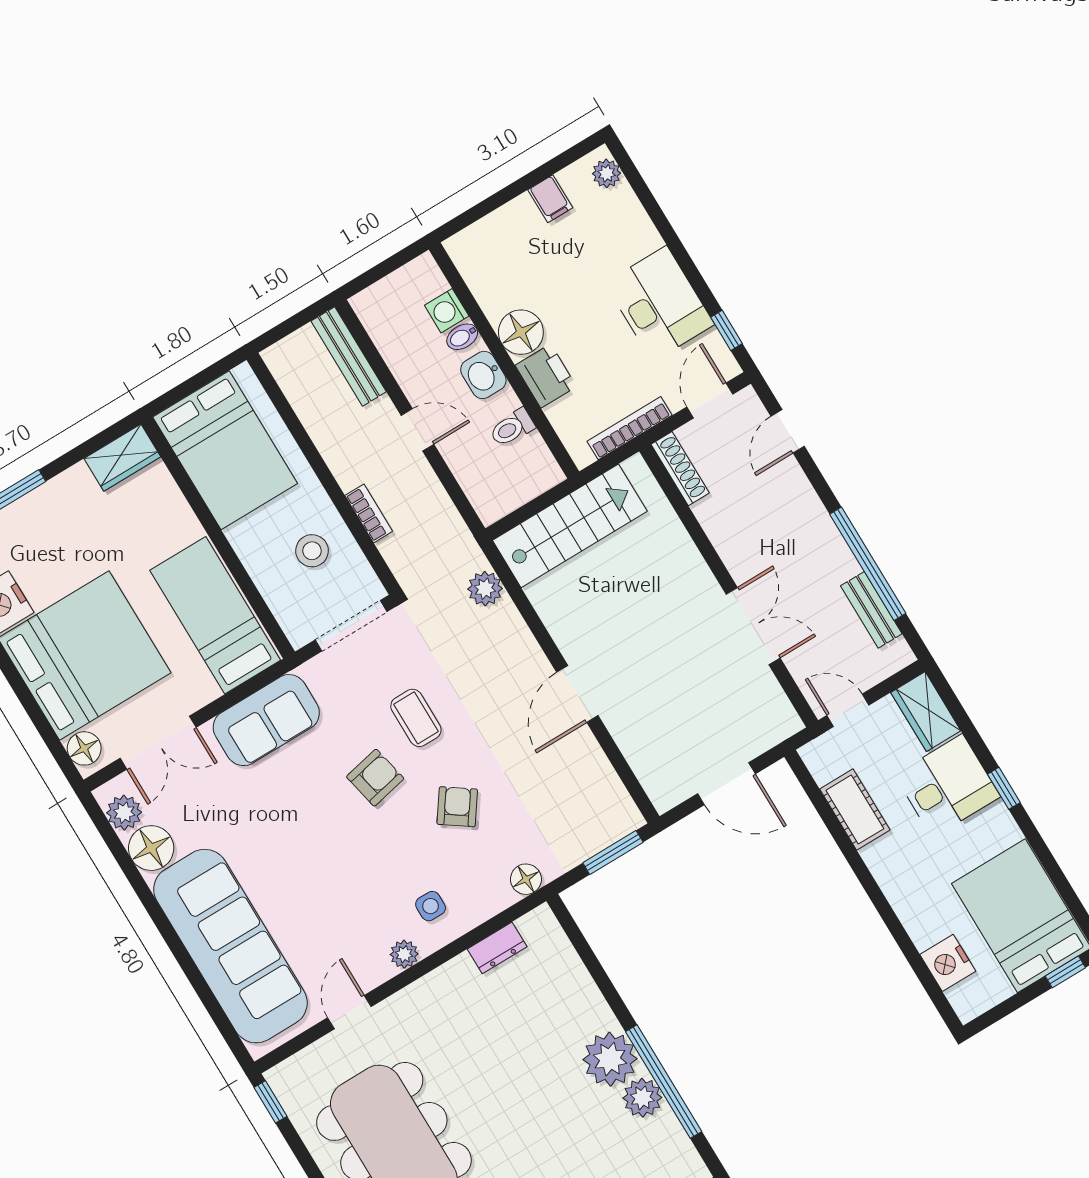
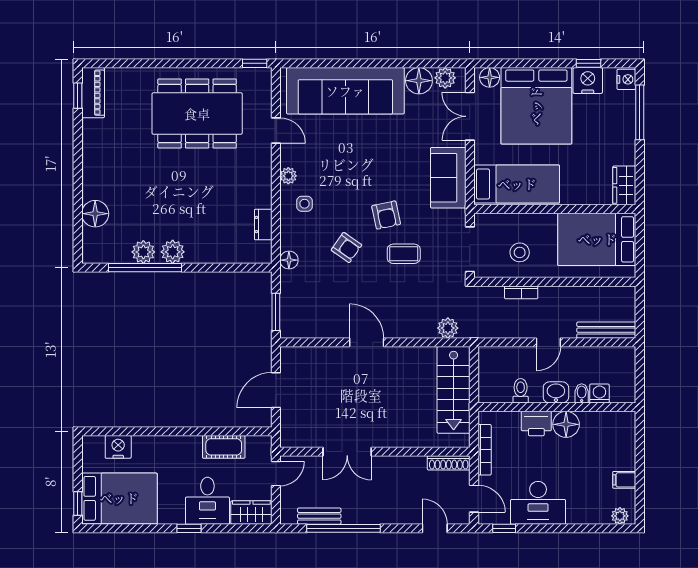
plant: (610, 1059) -> (173, 252), width x0.73, depth x0.73

